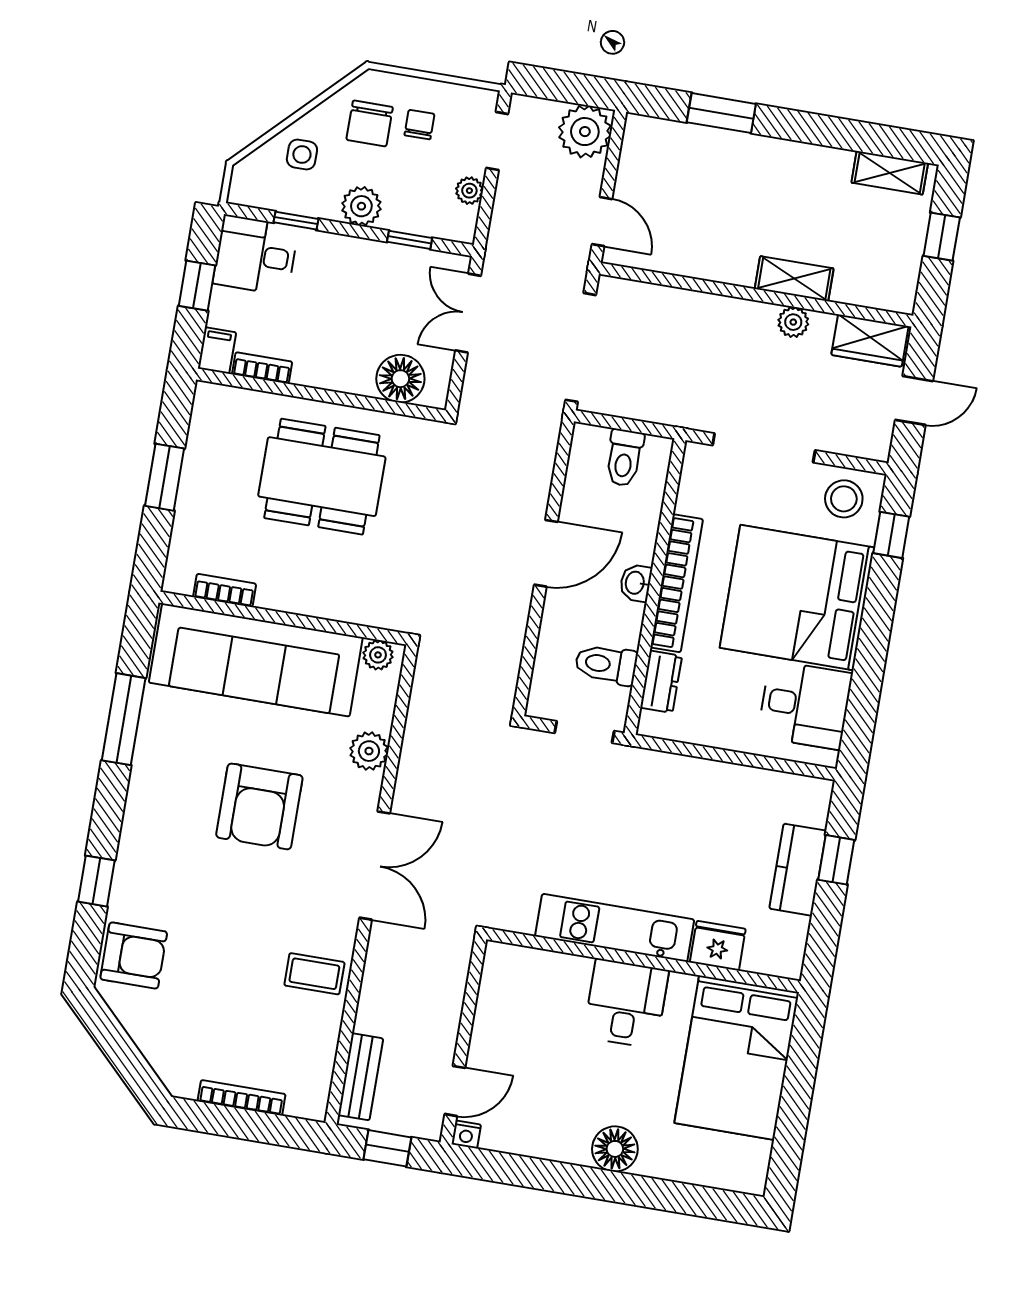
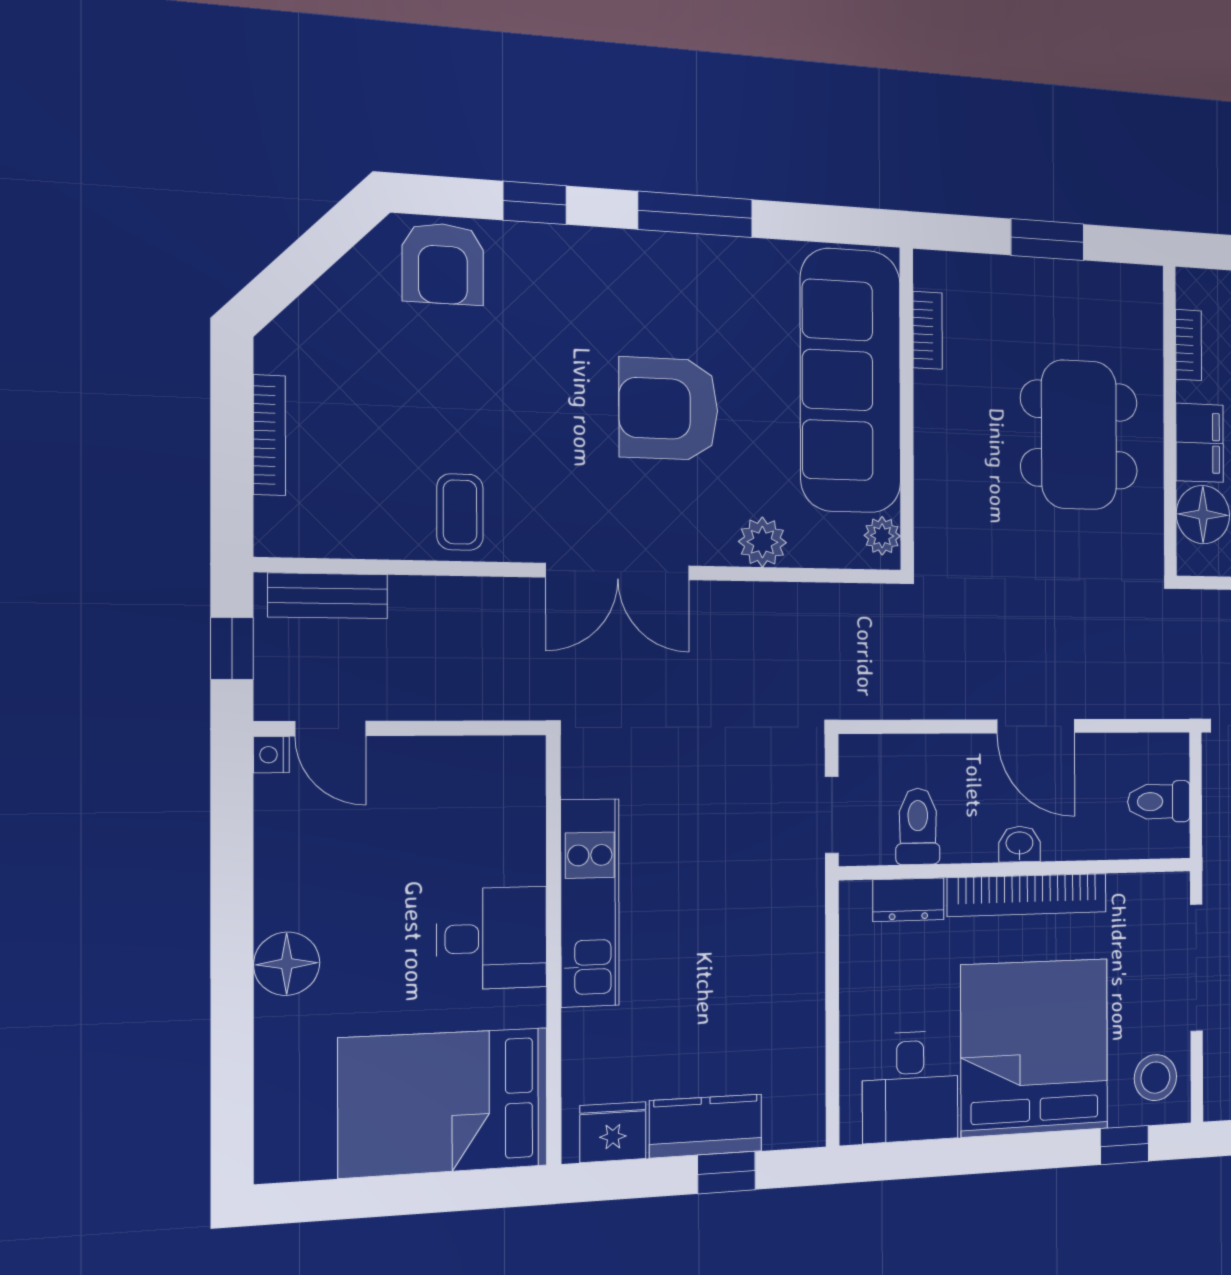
filing cabinet: (217, 350) -> (1200, 443), moved, width x2.00
window: (124, 719) -> (695, 214), moved
fridge: (718, 946) -> (613, 1132), moved, turned -90

